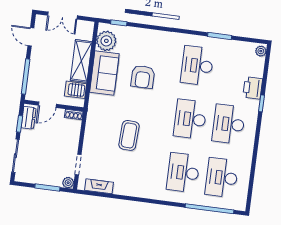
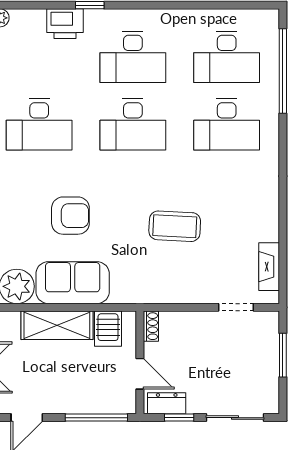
plant: (68, 183) -> (270, 321), removed

